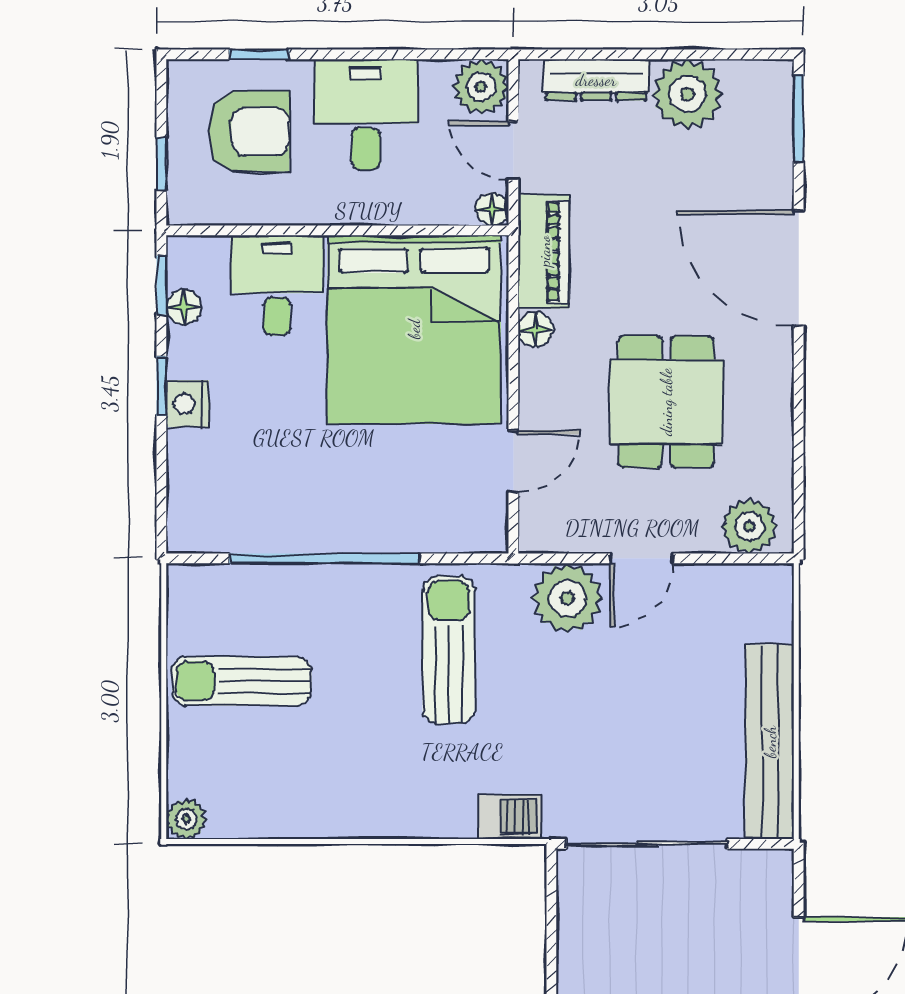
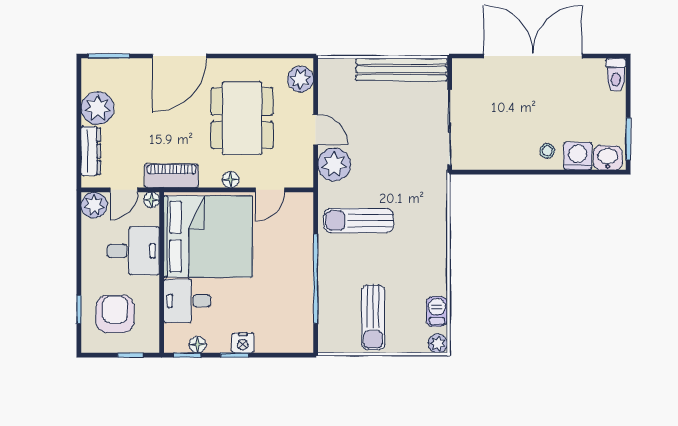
desk: (366, 115) -> (133, 251), moved, turned 180
floor lamp: (535, 330) -> (231, 180), moved
dining table: (666, 402) -> (242, 118), width x1.38
door: (513, 461) -> (270, 190), swing flipped
barbecue: (509, 817) -> (437, 312), moved

